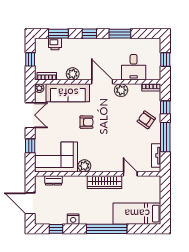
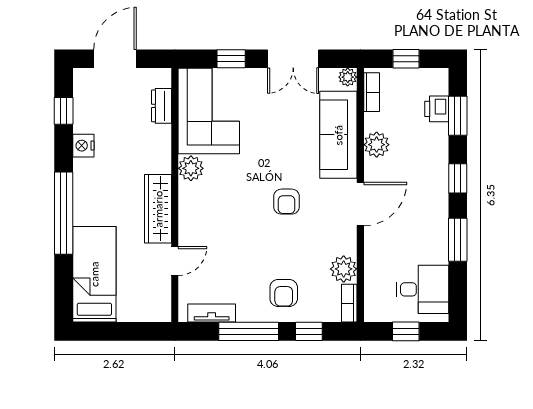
desk: (134, 67) -> (422, 289), moved, turned 180
plant: (121, 90) -> (344, 269), moved
armchair: (146, 120) -> (284, 293), turned 145
armchair: (86, 122) -> (287, 202), moved

